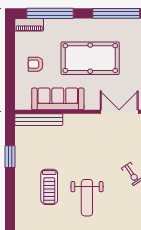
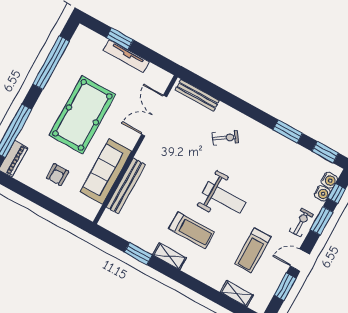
bench: (39, 120) -> (126, 186), moved
shelving: (21, 181) -> (169, 256), added

